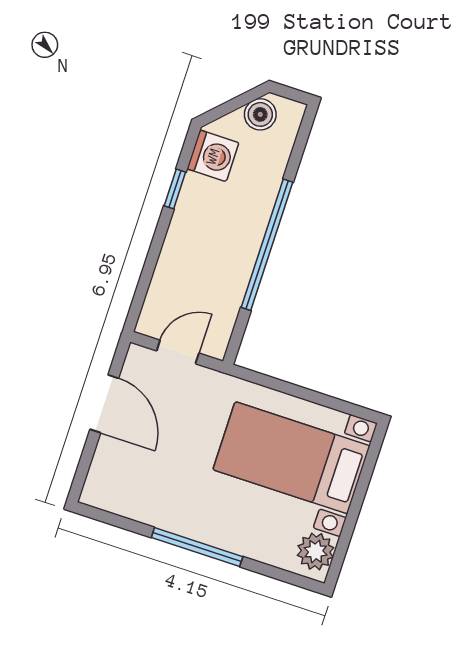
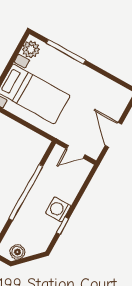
washing machine: (213, 156) -> (58, 209), moved
window: (197, 547) -> (66, 52), moved

